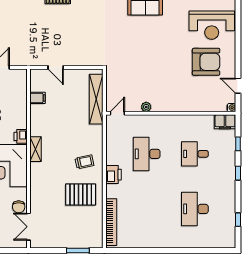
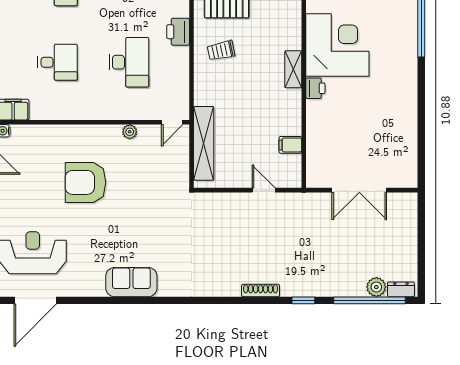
armchair: (206, 62) -> (85, 182), moved

